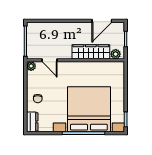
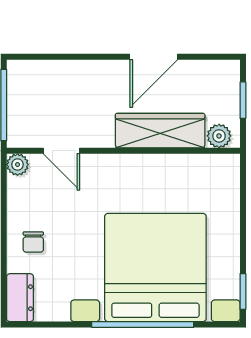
door: (102, 21) -> (154, 57), moved

